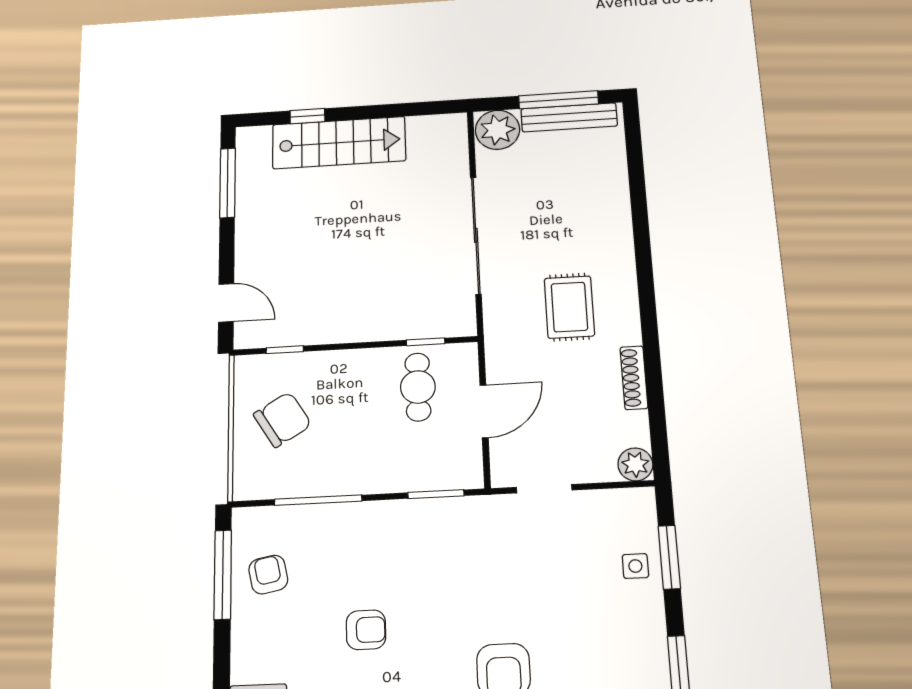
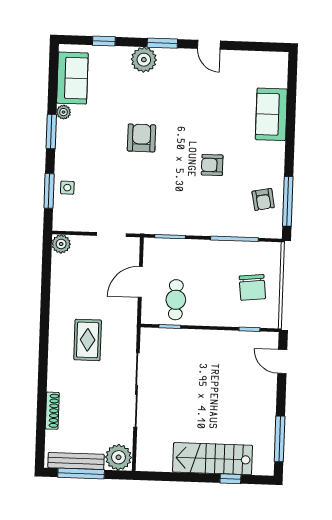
shoe rack: (634, 378) -> (52, 411), moved
chair: (282, 420) -> (252, 287), turned -65

